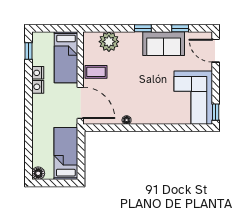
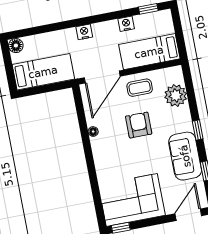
coffee table: (96, 72) -> (140, 88), turned 90
armchair: (129, 79) -> (139, 125), added
nightstand: (38, 87) -> (84, 32), moved

